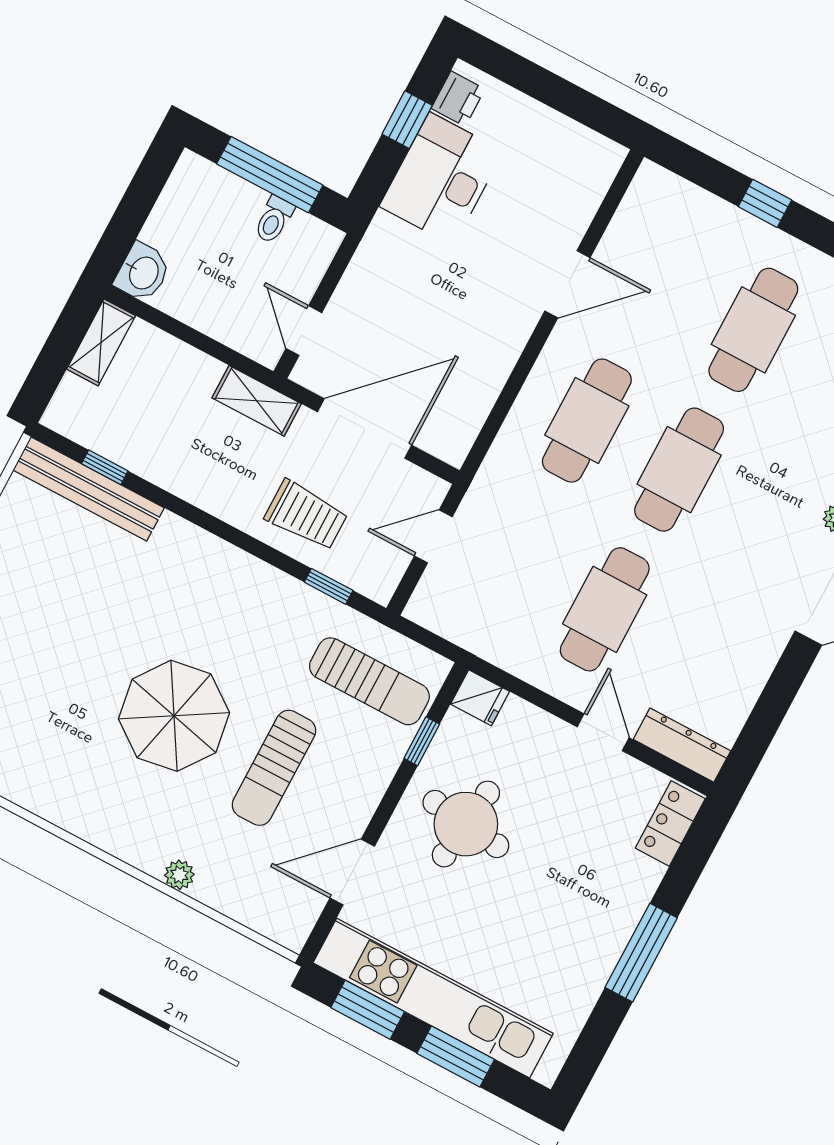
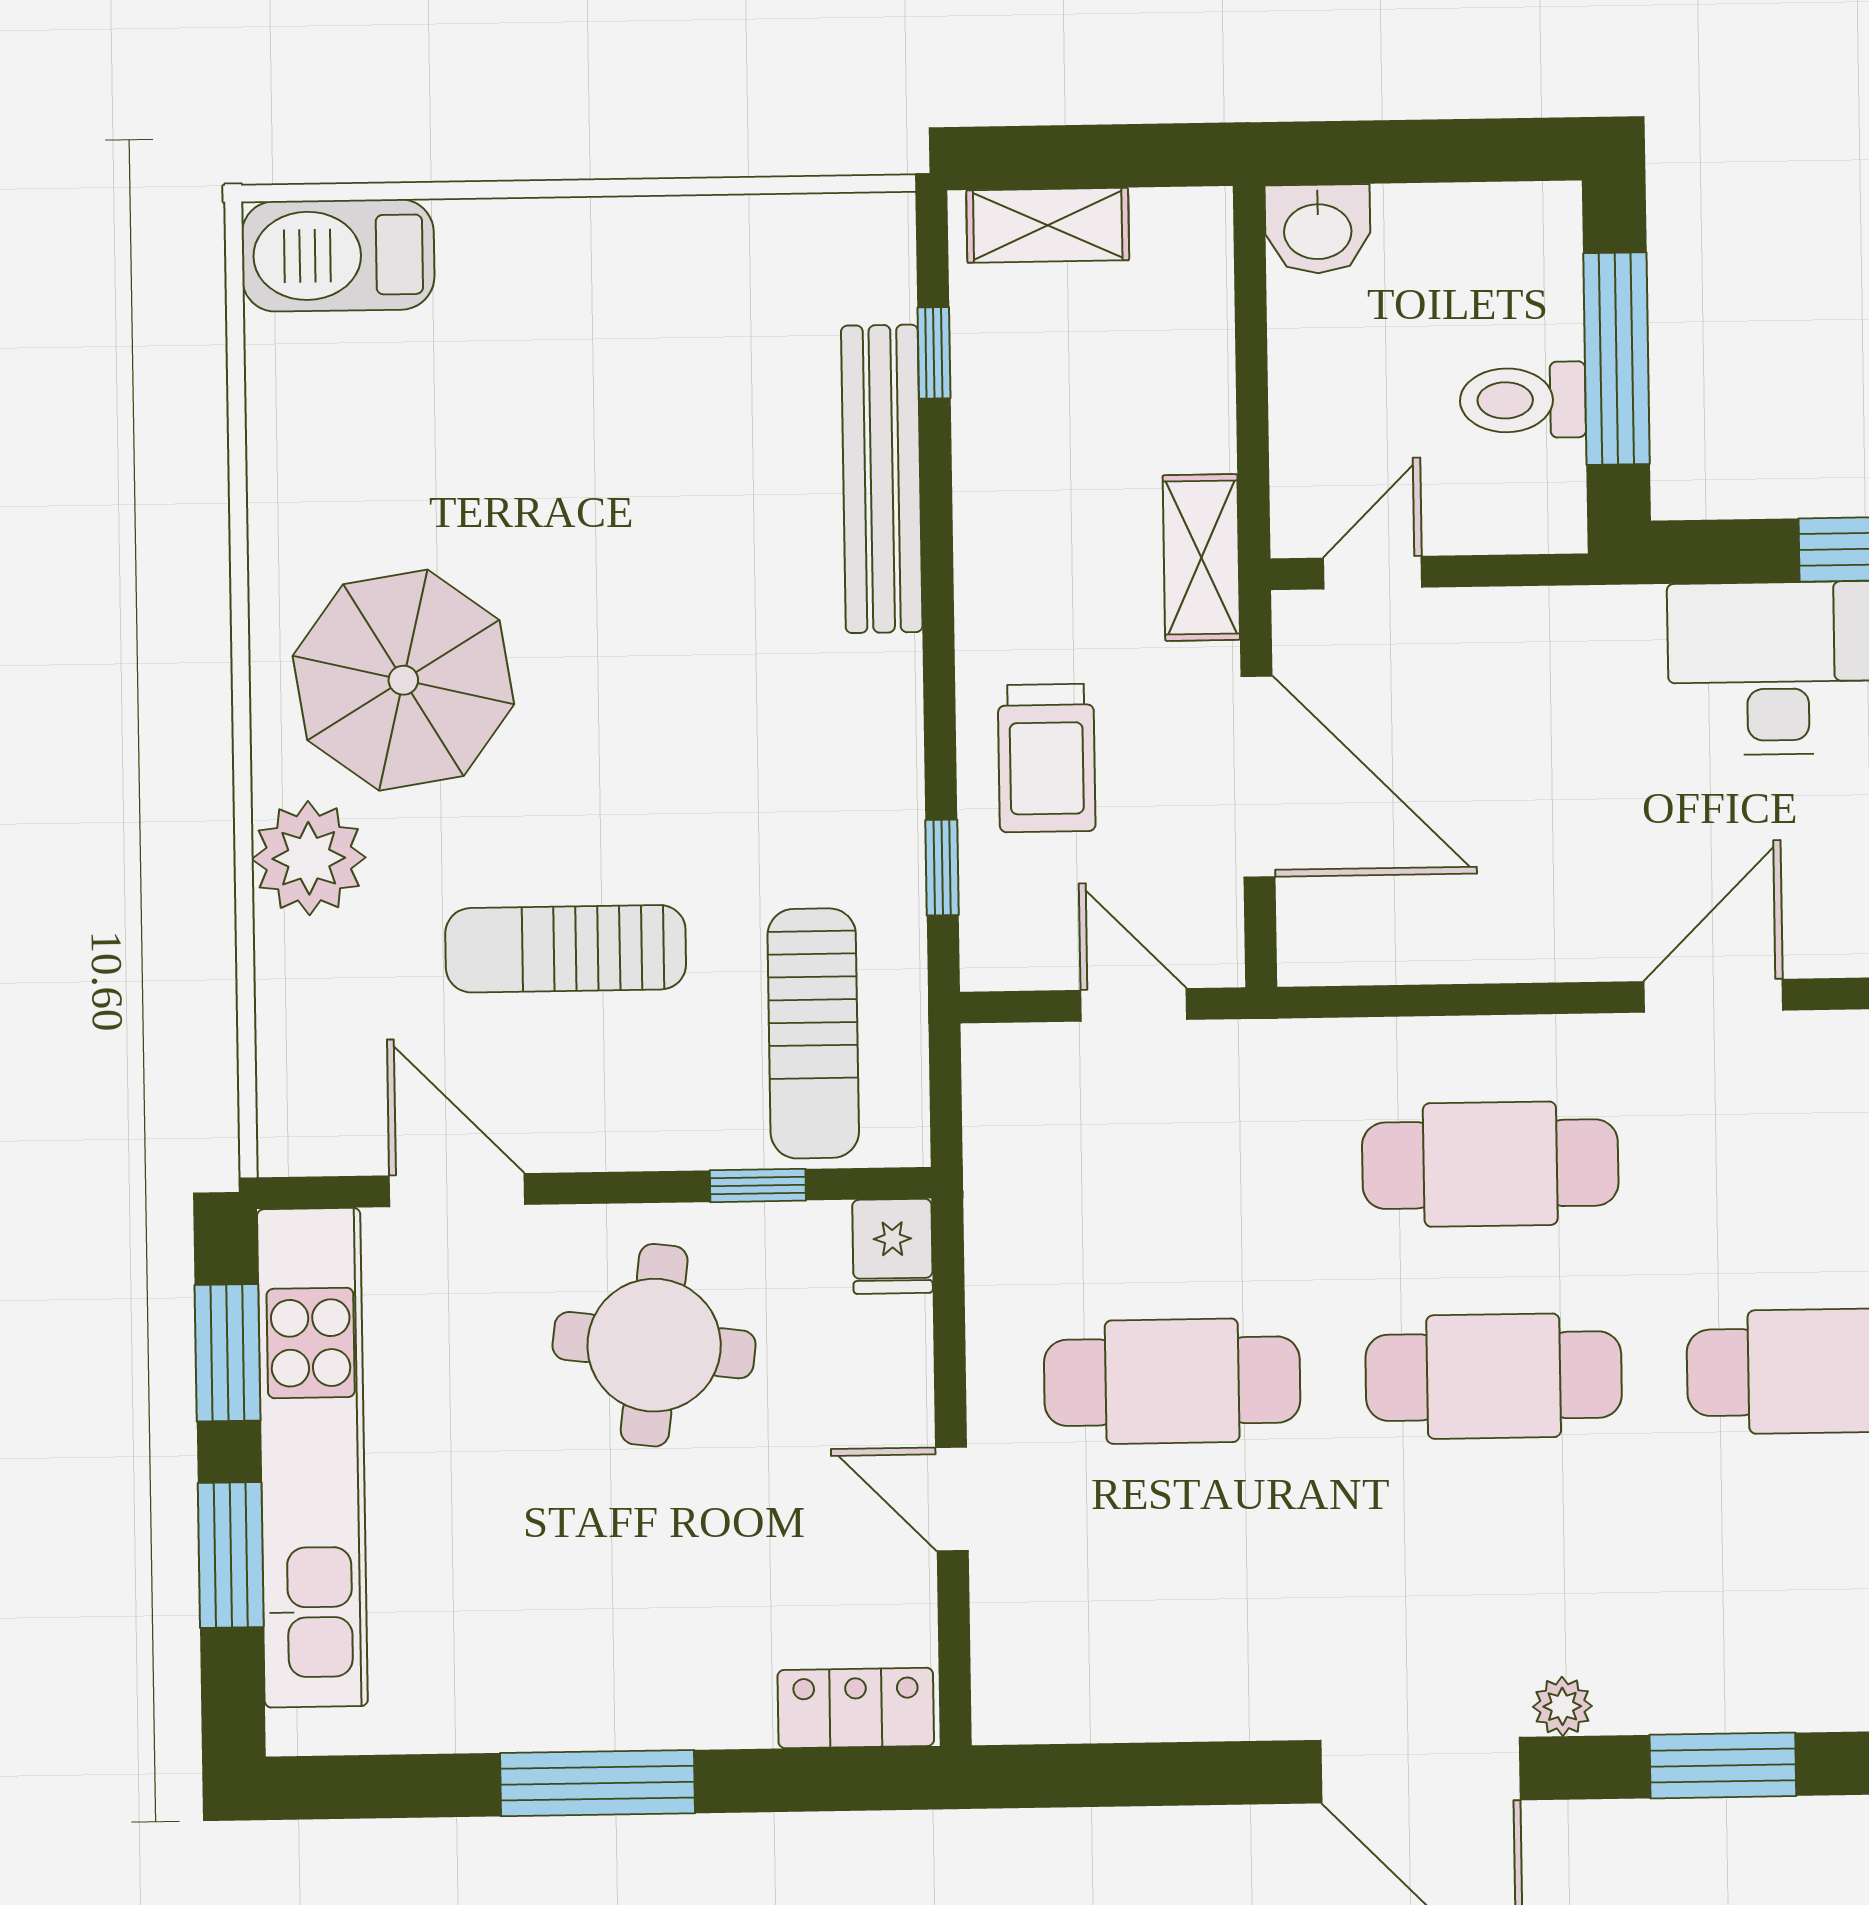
toilet: (274, 220) -> (1523, 400), width x1.37, depth x1.39
door: (567, 284) -> (1713, 996), swing flipped
shelving: (101, 342) -> (1048, 225), moved
bench: (89, 489) -> (882, 479), moved
parasol: (174, 716) -> (403, 680), moved
door: (603, 732) -> (952, 1499), swing flipped
dresser: (682, 745) -> (1007, 1652), removed
plant: (179, 875) -> (309, 858), width x1.88, depth x1.88

